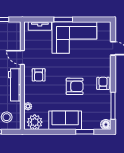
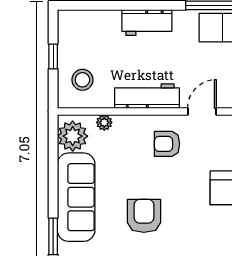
armchair: (75, 86) -> (144, 216), turned 180
sofa: (65, 120) -> (76, 197), width x1.36

